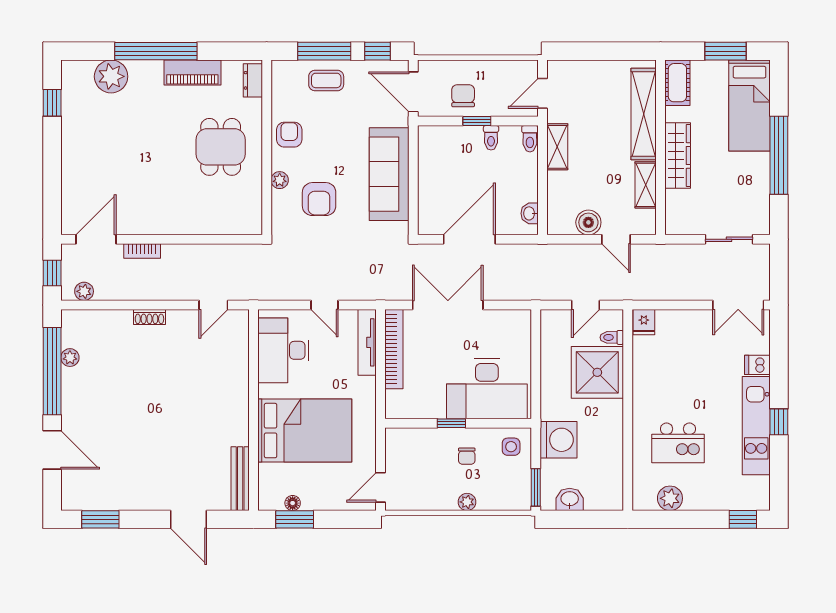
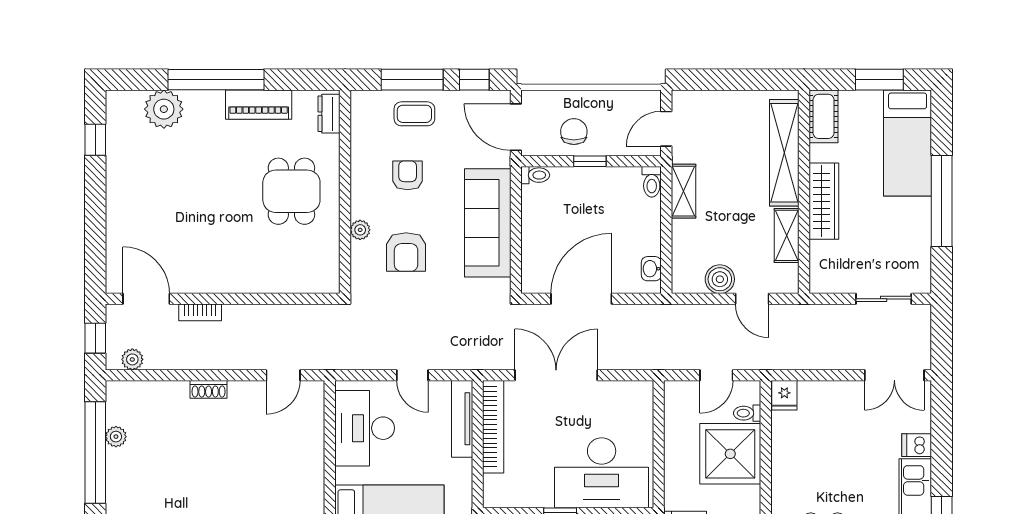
armchair: (289, 135) -> (408, 175), moved
toilet: (491, 138) -> (535, 175), moved, turned -90
door: (96, 239) -> (146, 299), hinge flipped

